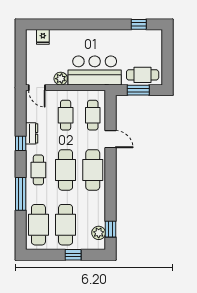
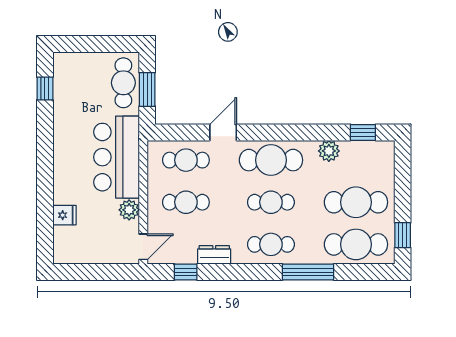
fridge: (43, 37) -> (64, 215), moved
window: (21, 143) -> (186, 272), moved
cafe table: (66, 170) -> (271, 202), width x0.73, depth x0.74
plant: (99, 233) -> (329, 151), moved
window: (73, 255) -> (403, 235), moved

